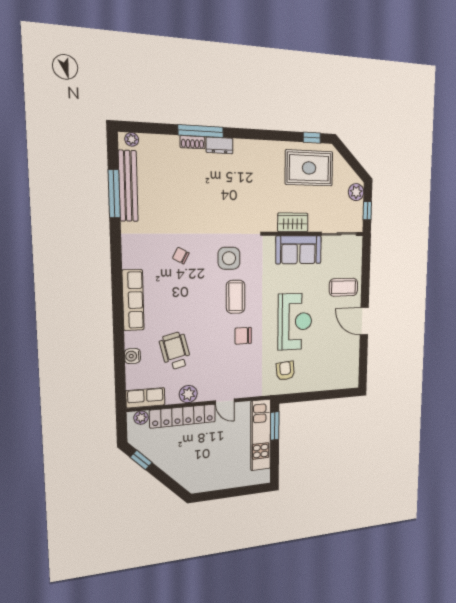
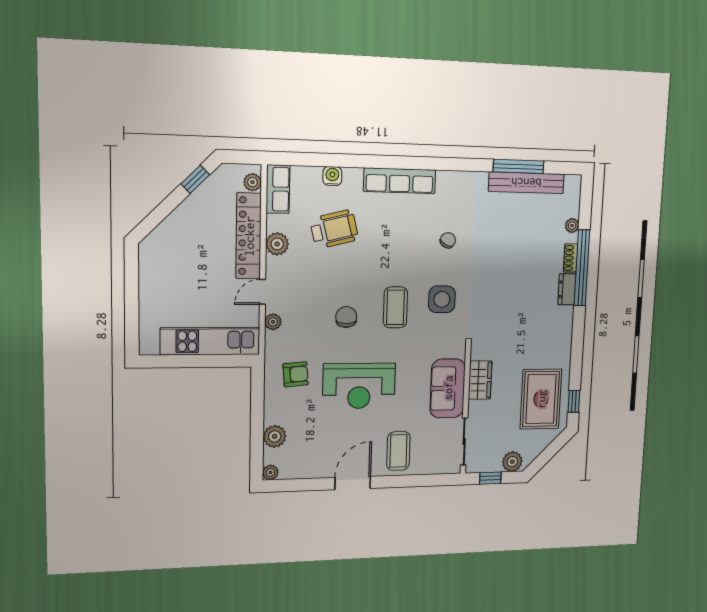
window: (201, 131) -> (582, 268), width x1.46
plant: (132, 139) -> (572, 226), moved
coffee table: (236, 297) -> (395, 307), turned 90
plant: (329, 382) -> (275, 436), added
plant: (353, 382) -> (270, 472), added
plant: (247, 391) -> (273, 322), added
window: (275, 426) -> (221, 361), removed

